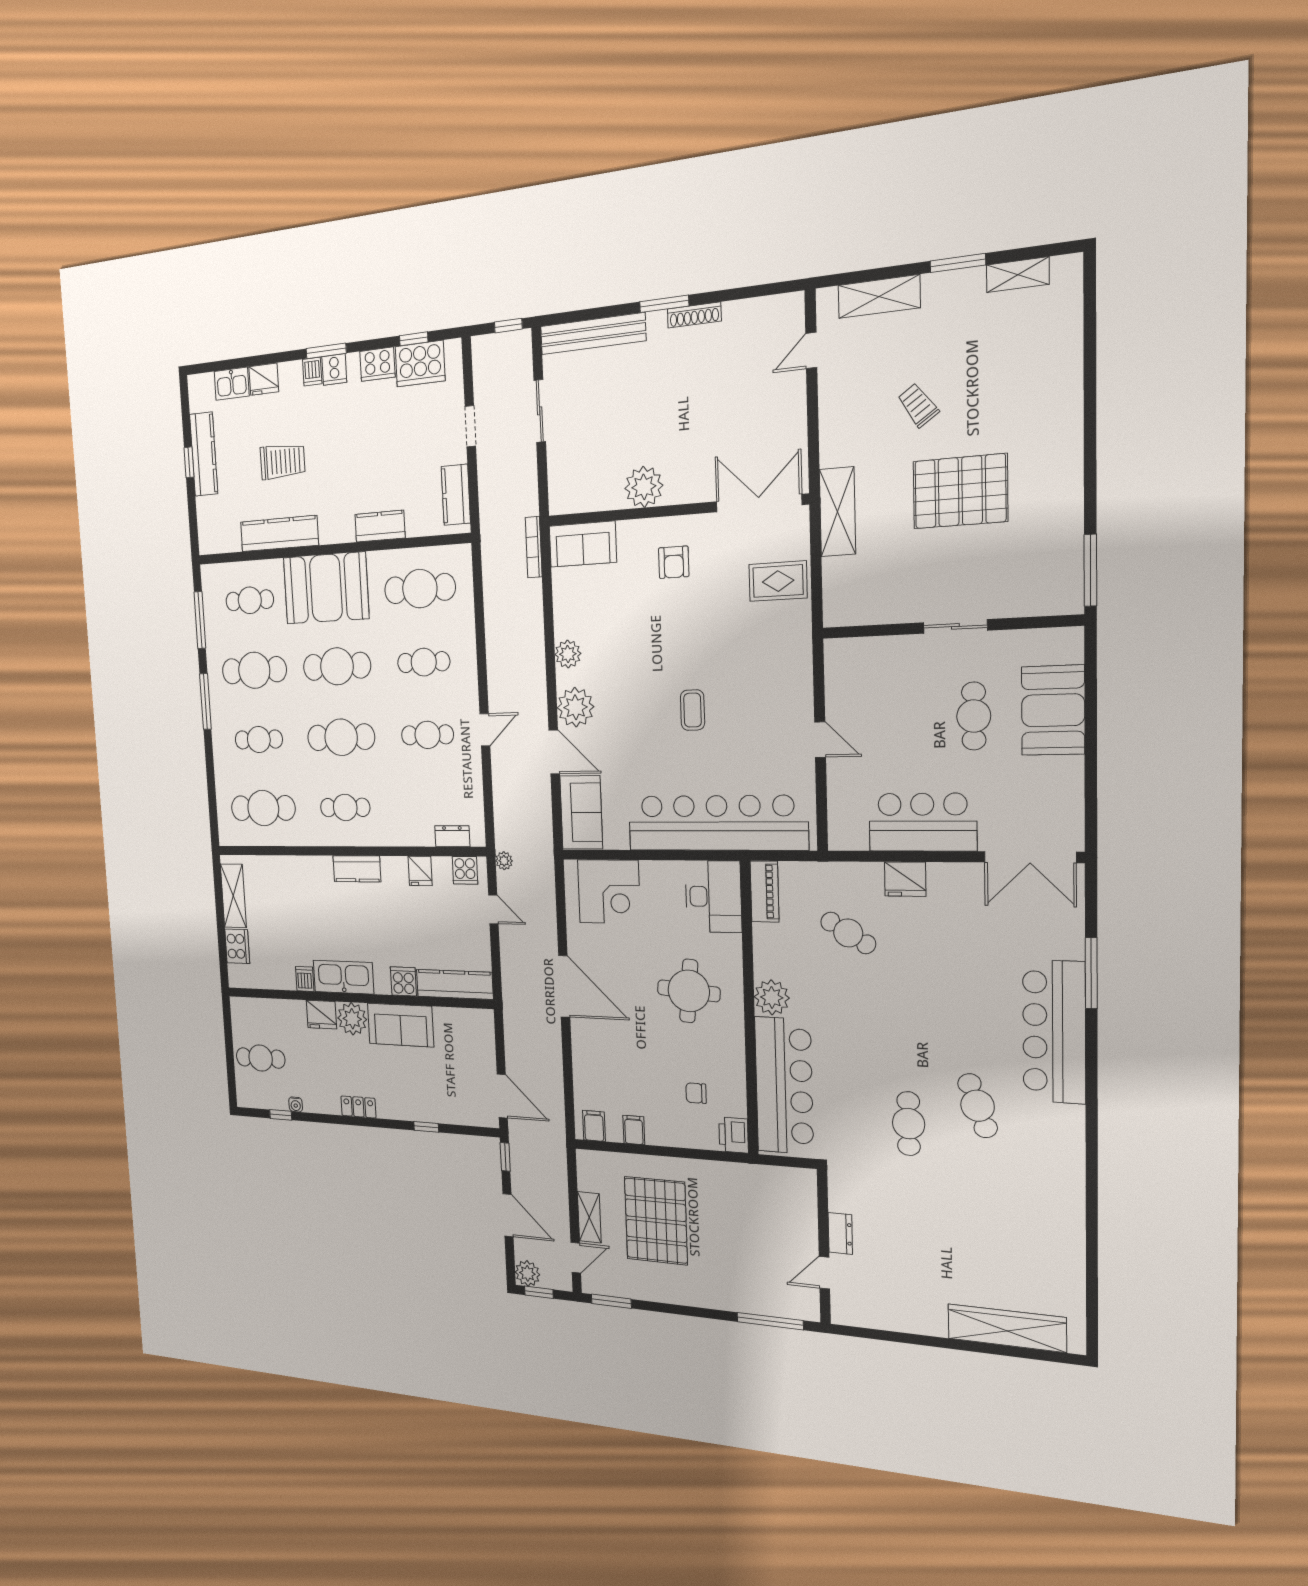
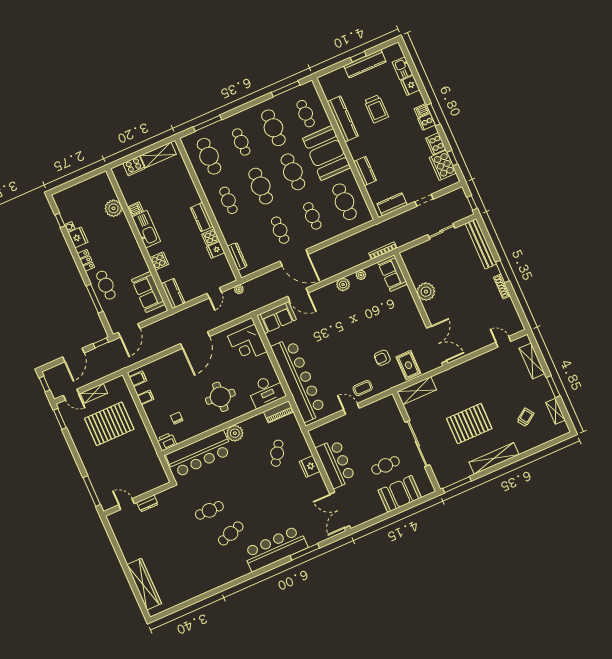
trolley: (918, 405) -> (525, 417), moved
shelving: (1066, 461) -> (494, 458), added
pallet: (960, 491) -> (469, 424), turned 90
shelving: (837, 512) -> (417, 391), moved
armchair: (674, 562) -> (382, 358), moved
sliding door: (955, 626) -> (417, 444), width x1.86
window: (205, 701) -> (207, 123), moved
plant: (575, 707) -> (361, 275), moved, width x0.53, depth x0.53
coffee table: (693, 710) -> (363, 388), moved
door: (485, 730) -> (294, 258), width x1.87
door: (820, 740) -> (351, 409), swing flipped
door: (554, 752) -> (298, 295), hinge flipped
dresser: (452, 836) -> (237, 256), width x1.44
cooker: (465, 870) -> (211, 237), moved
kitchen counter: (455, 984) -> (173, 293), width x0.67
fridge: (321, 1015) -> (78, 237), moved, turned 180
plant: (352, 1019) -> (113, 208), moved
sofa: (401, 1025) -> (148, 292), moved
cafe table: (261, 1058) -> (106, 285), moved
window: (426, 1127) -> (94, 299), width x2.17
plant: (527, 1273) -> (50, 375), removed

